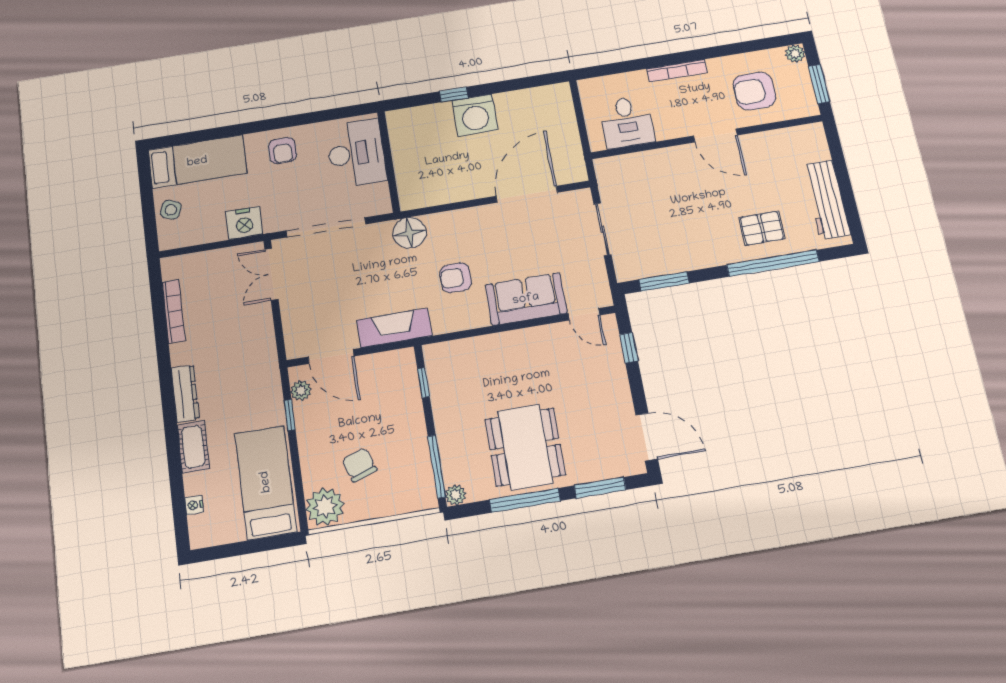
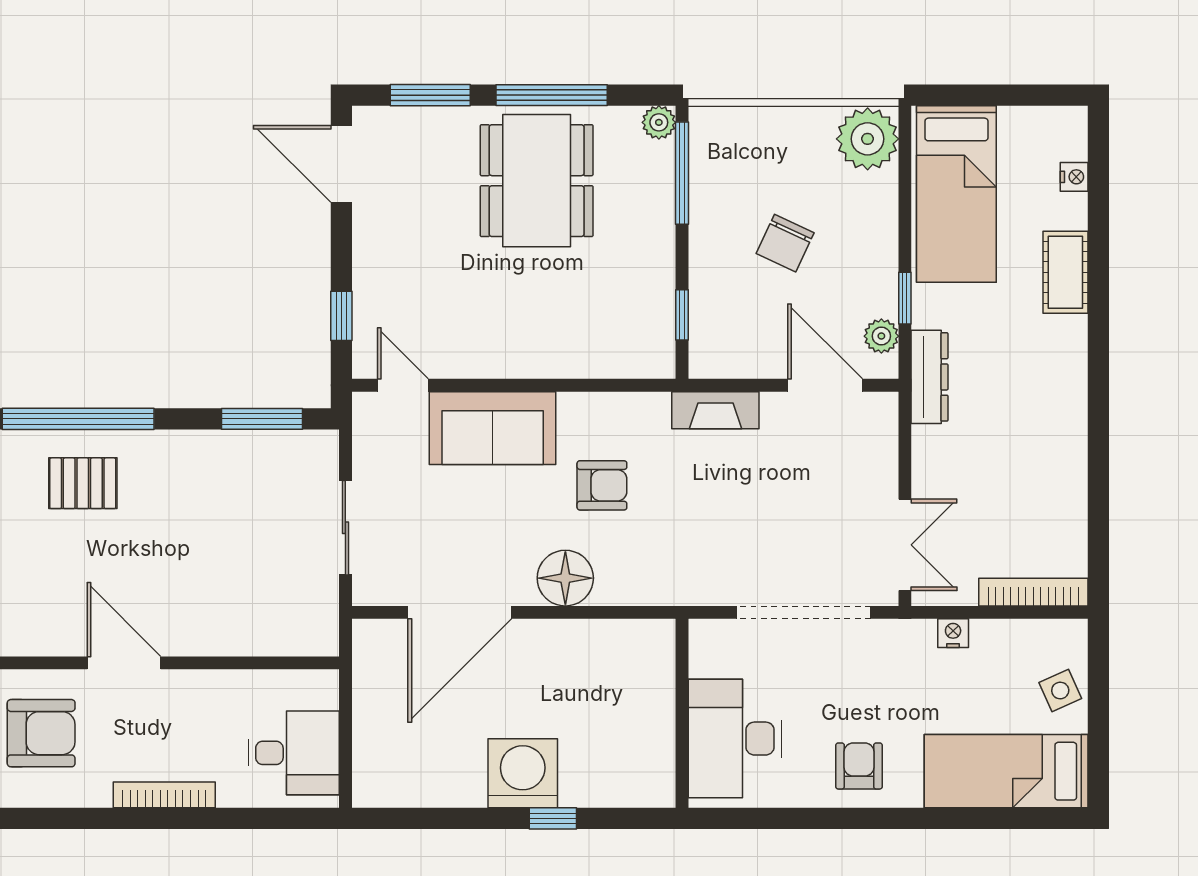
desk: (627, 122) -> (294, 753), moved, turned 90
side table: (171, 210) -> (1060, 690), turned 45
nightstand: (244, 223) -> (953, 633), width x0.53, depth x0.56
floor lamp: (409, 233) -> (565, 578), moved
bookcase: (174, 311) -> (1033, 592), moved, turned 90
fireplace: (394, 328) -> (715, 410), width x0.73, depth x0.76
dresser: (185, 394) -> (929, 377), moved, turned 180
chair: (359, 465) -> (785, 243), moved, turned 44

